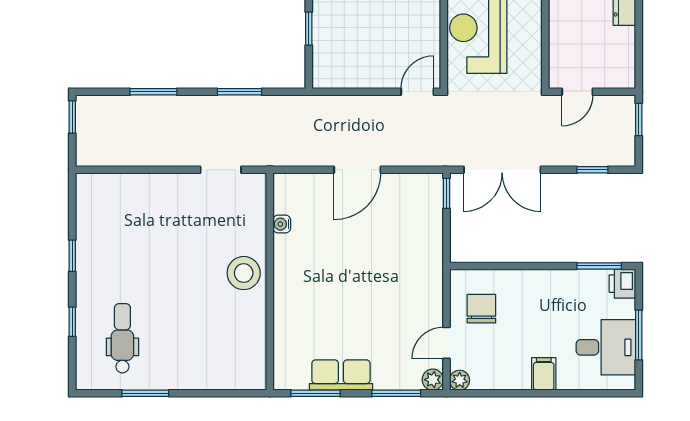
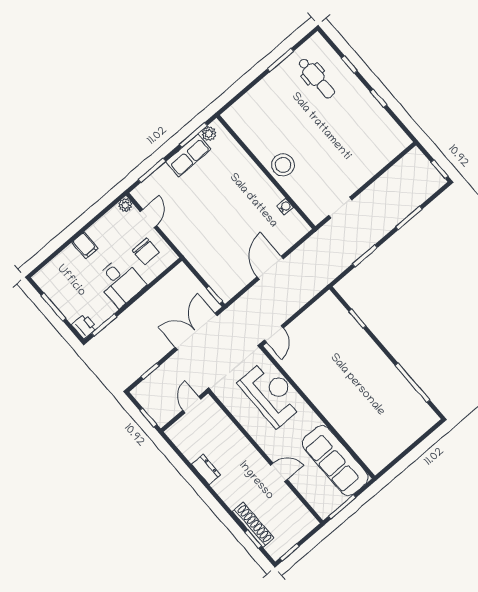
desk: (606, 347) -> (120, 282), moved, turned -90
plant: (433, 380) -> (209, 134), moved

